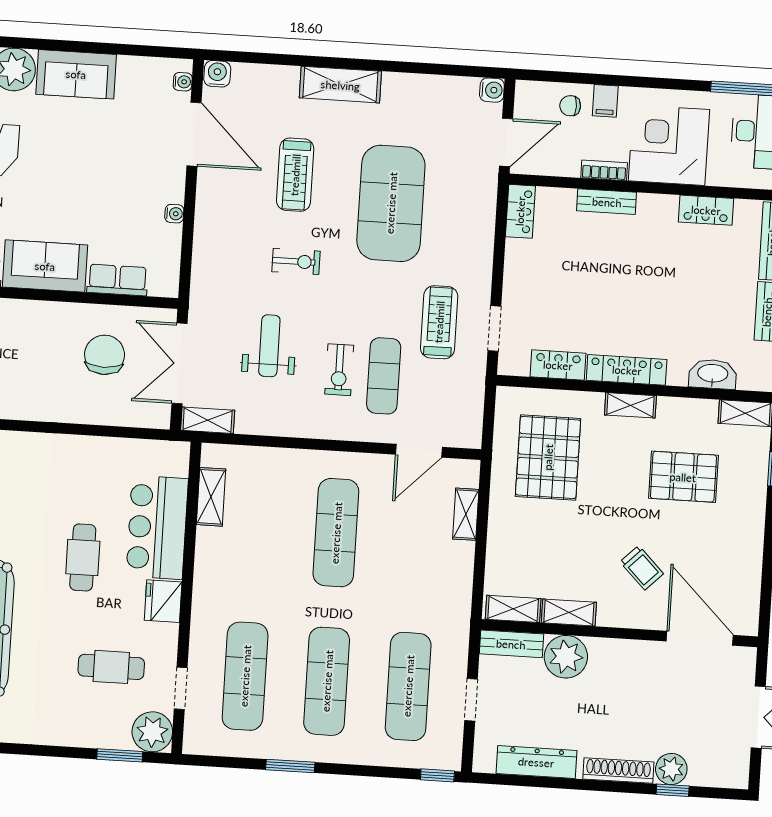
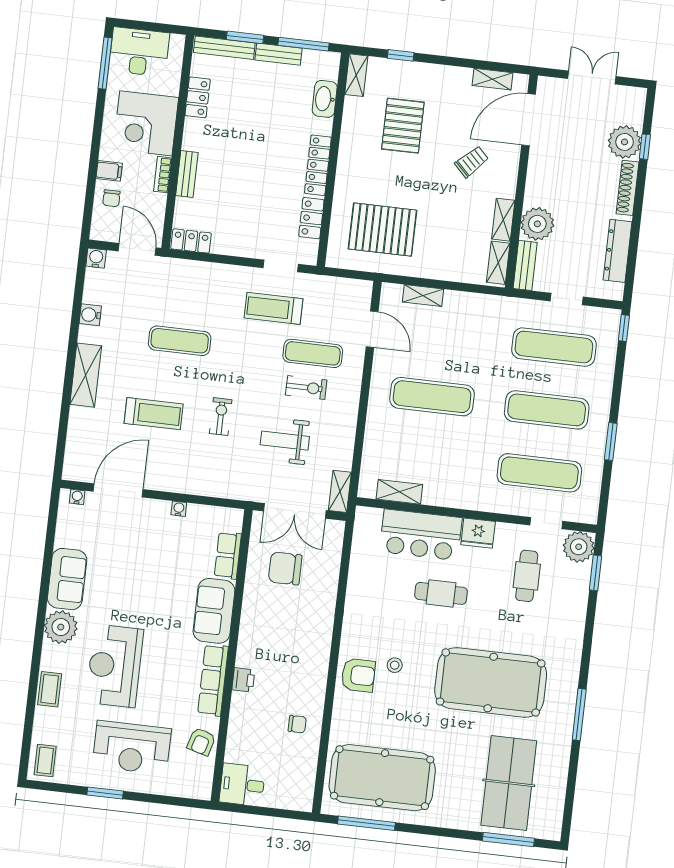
water cooler: (217, 74) -> (90, 315), moved
exercise mat: (391, 203) -> (180, 341), width x0.50, depth x0.69
shelving: (630, 405) -> (493, 79), moved, turned 90
plant: (671, 769) -> (625, 142), width x1.36, depth x1.36

